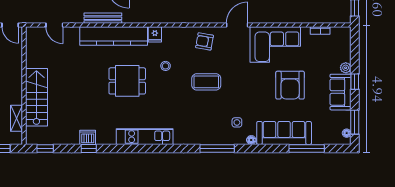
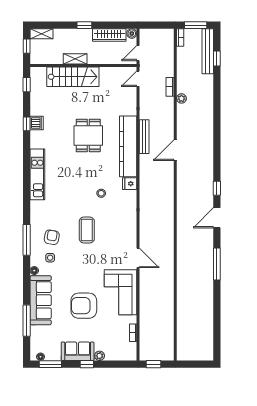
door: (54, 25) -> (138, 79), moved
armchair: (205, 41) -> (52, 237), moved
dining table: (127, 81) -> (88, 135), moved
shelving: (17, 118) -> (75, 59), moved

